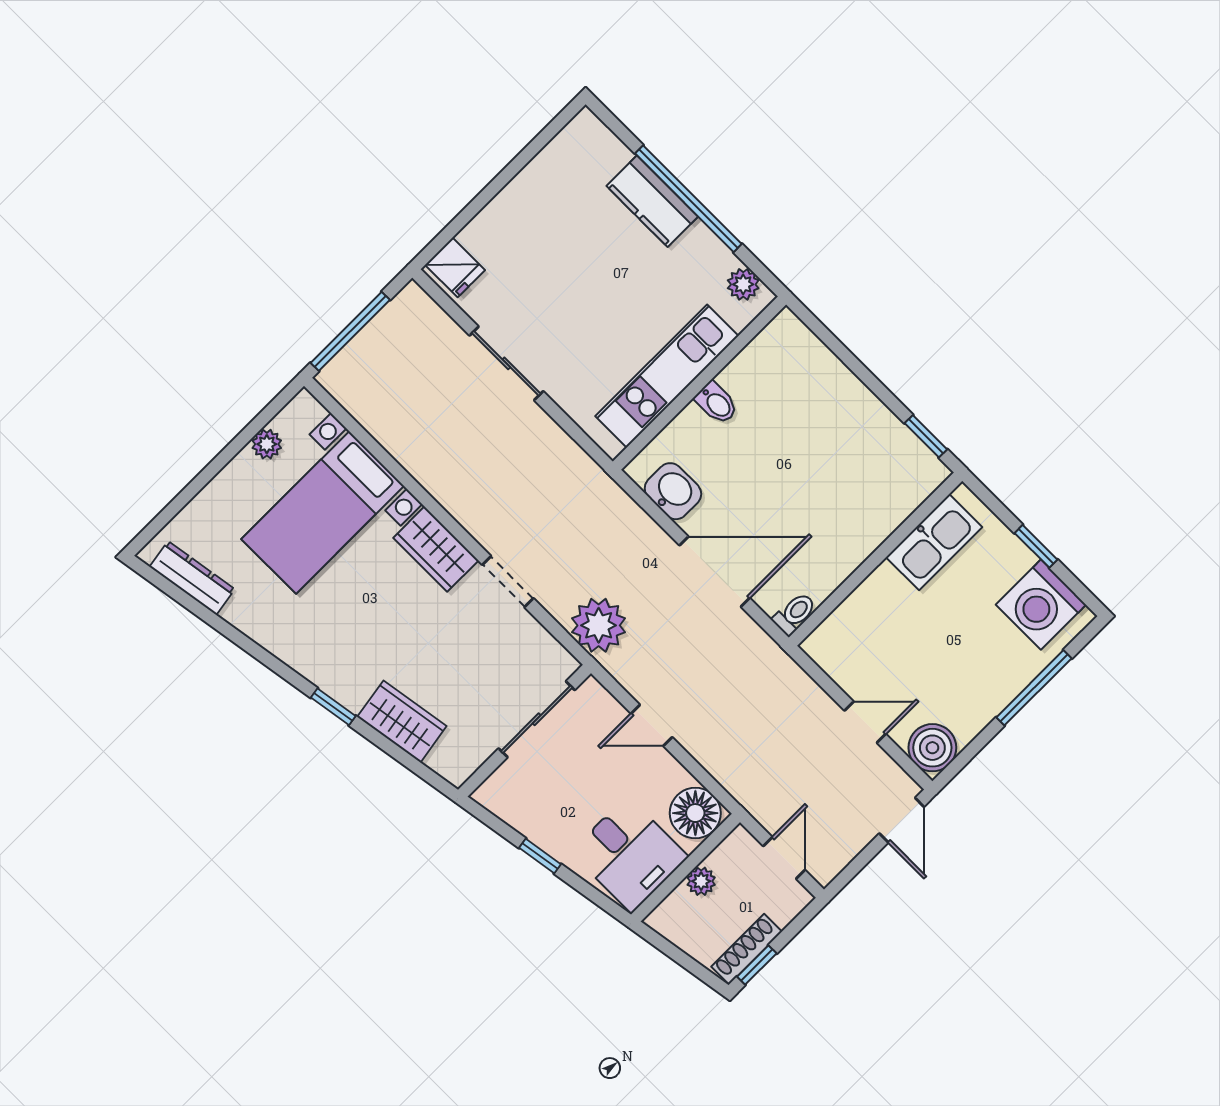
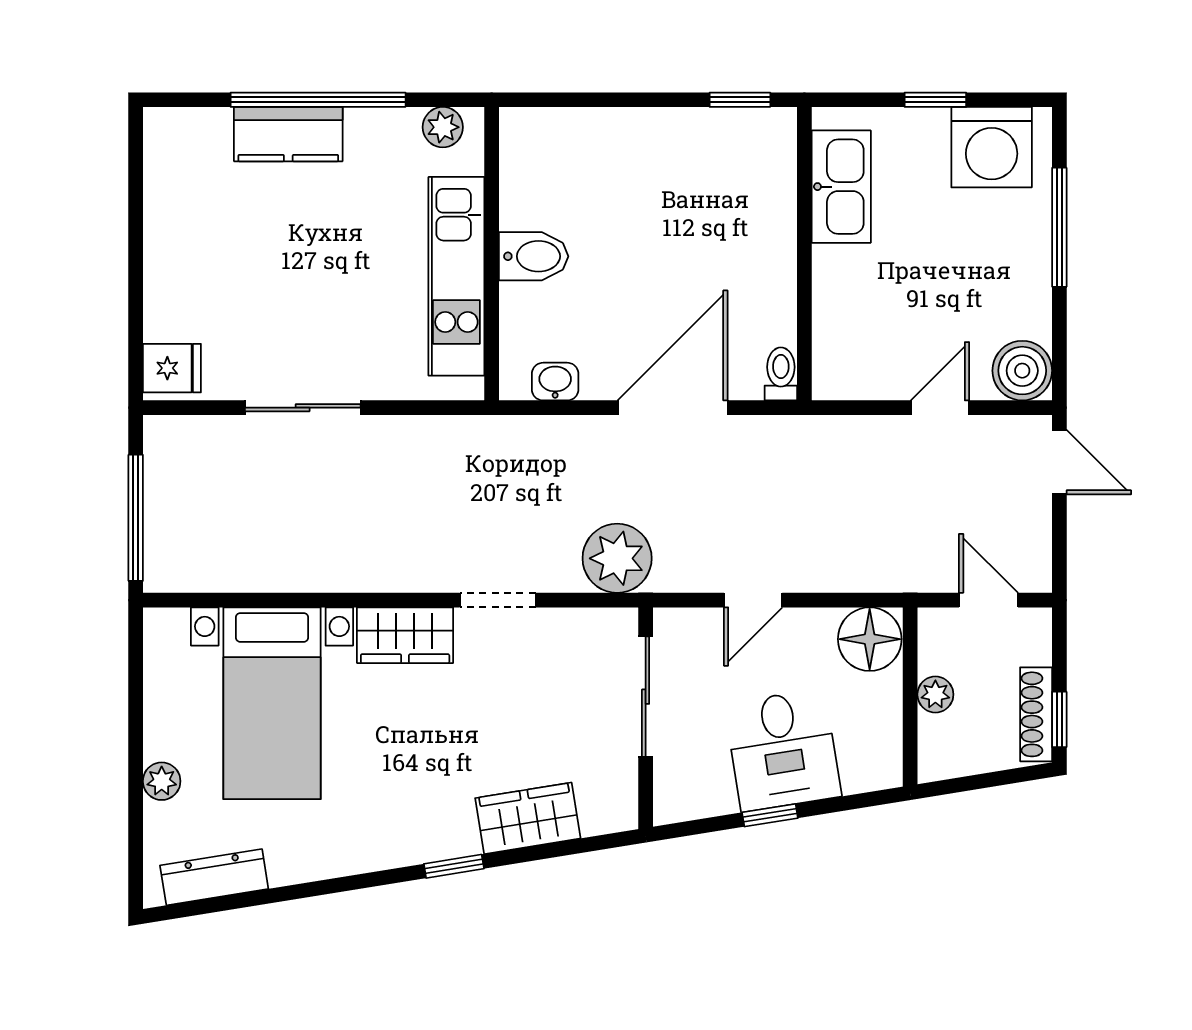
bidet: (716, 403) -> (534, 256), width x1.38, depth x1.36
plant: (267, 444) -> (162, 781), moved
washbasin: (673, 491) -> (555, 382), width x0.72, depth x0.69
desk: (629, 854) -> (783, 750), moved, turned 81

